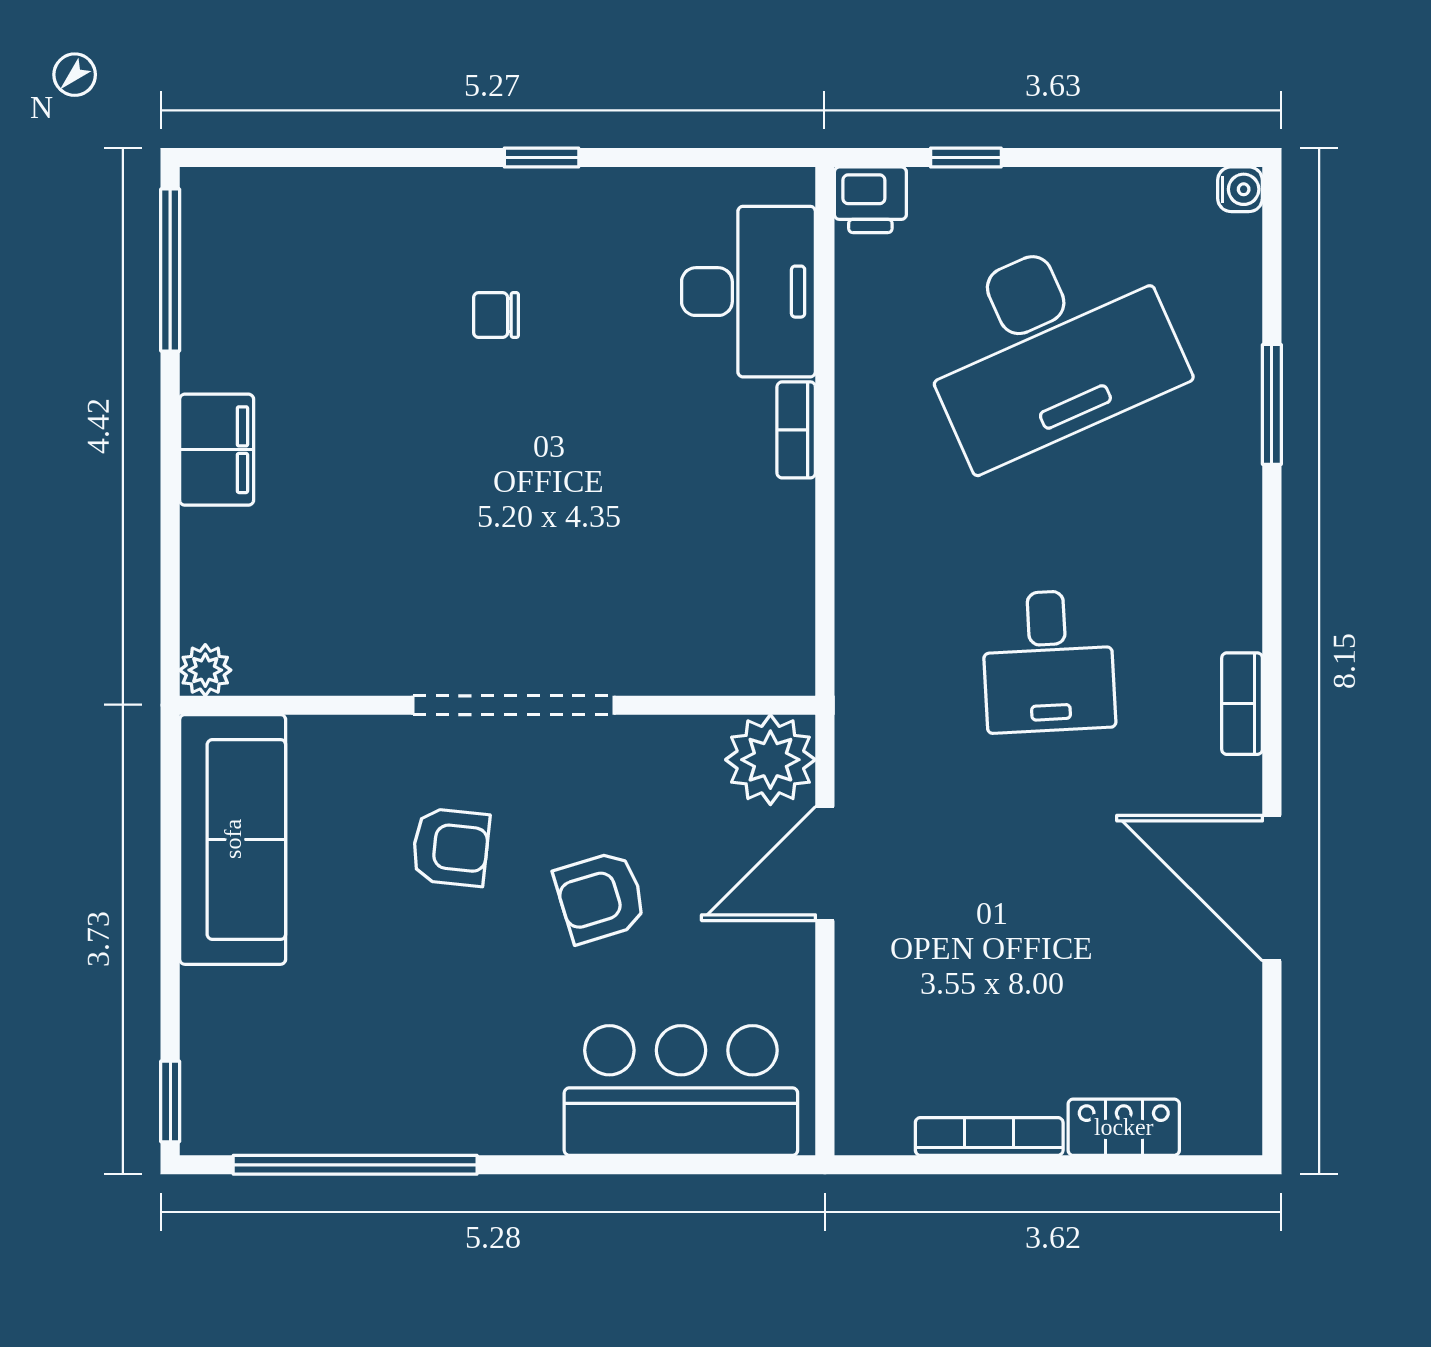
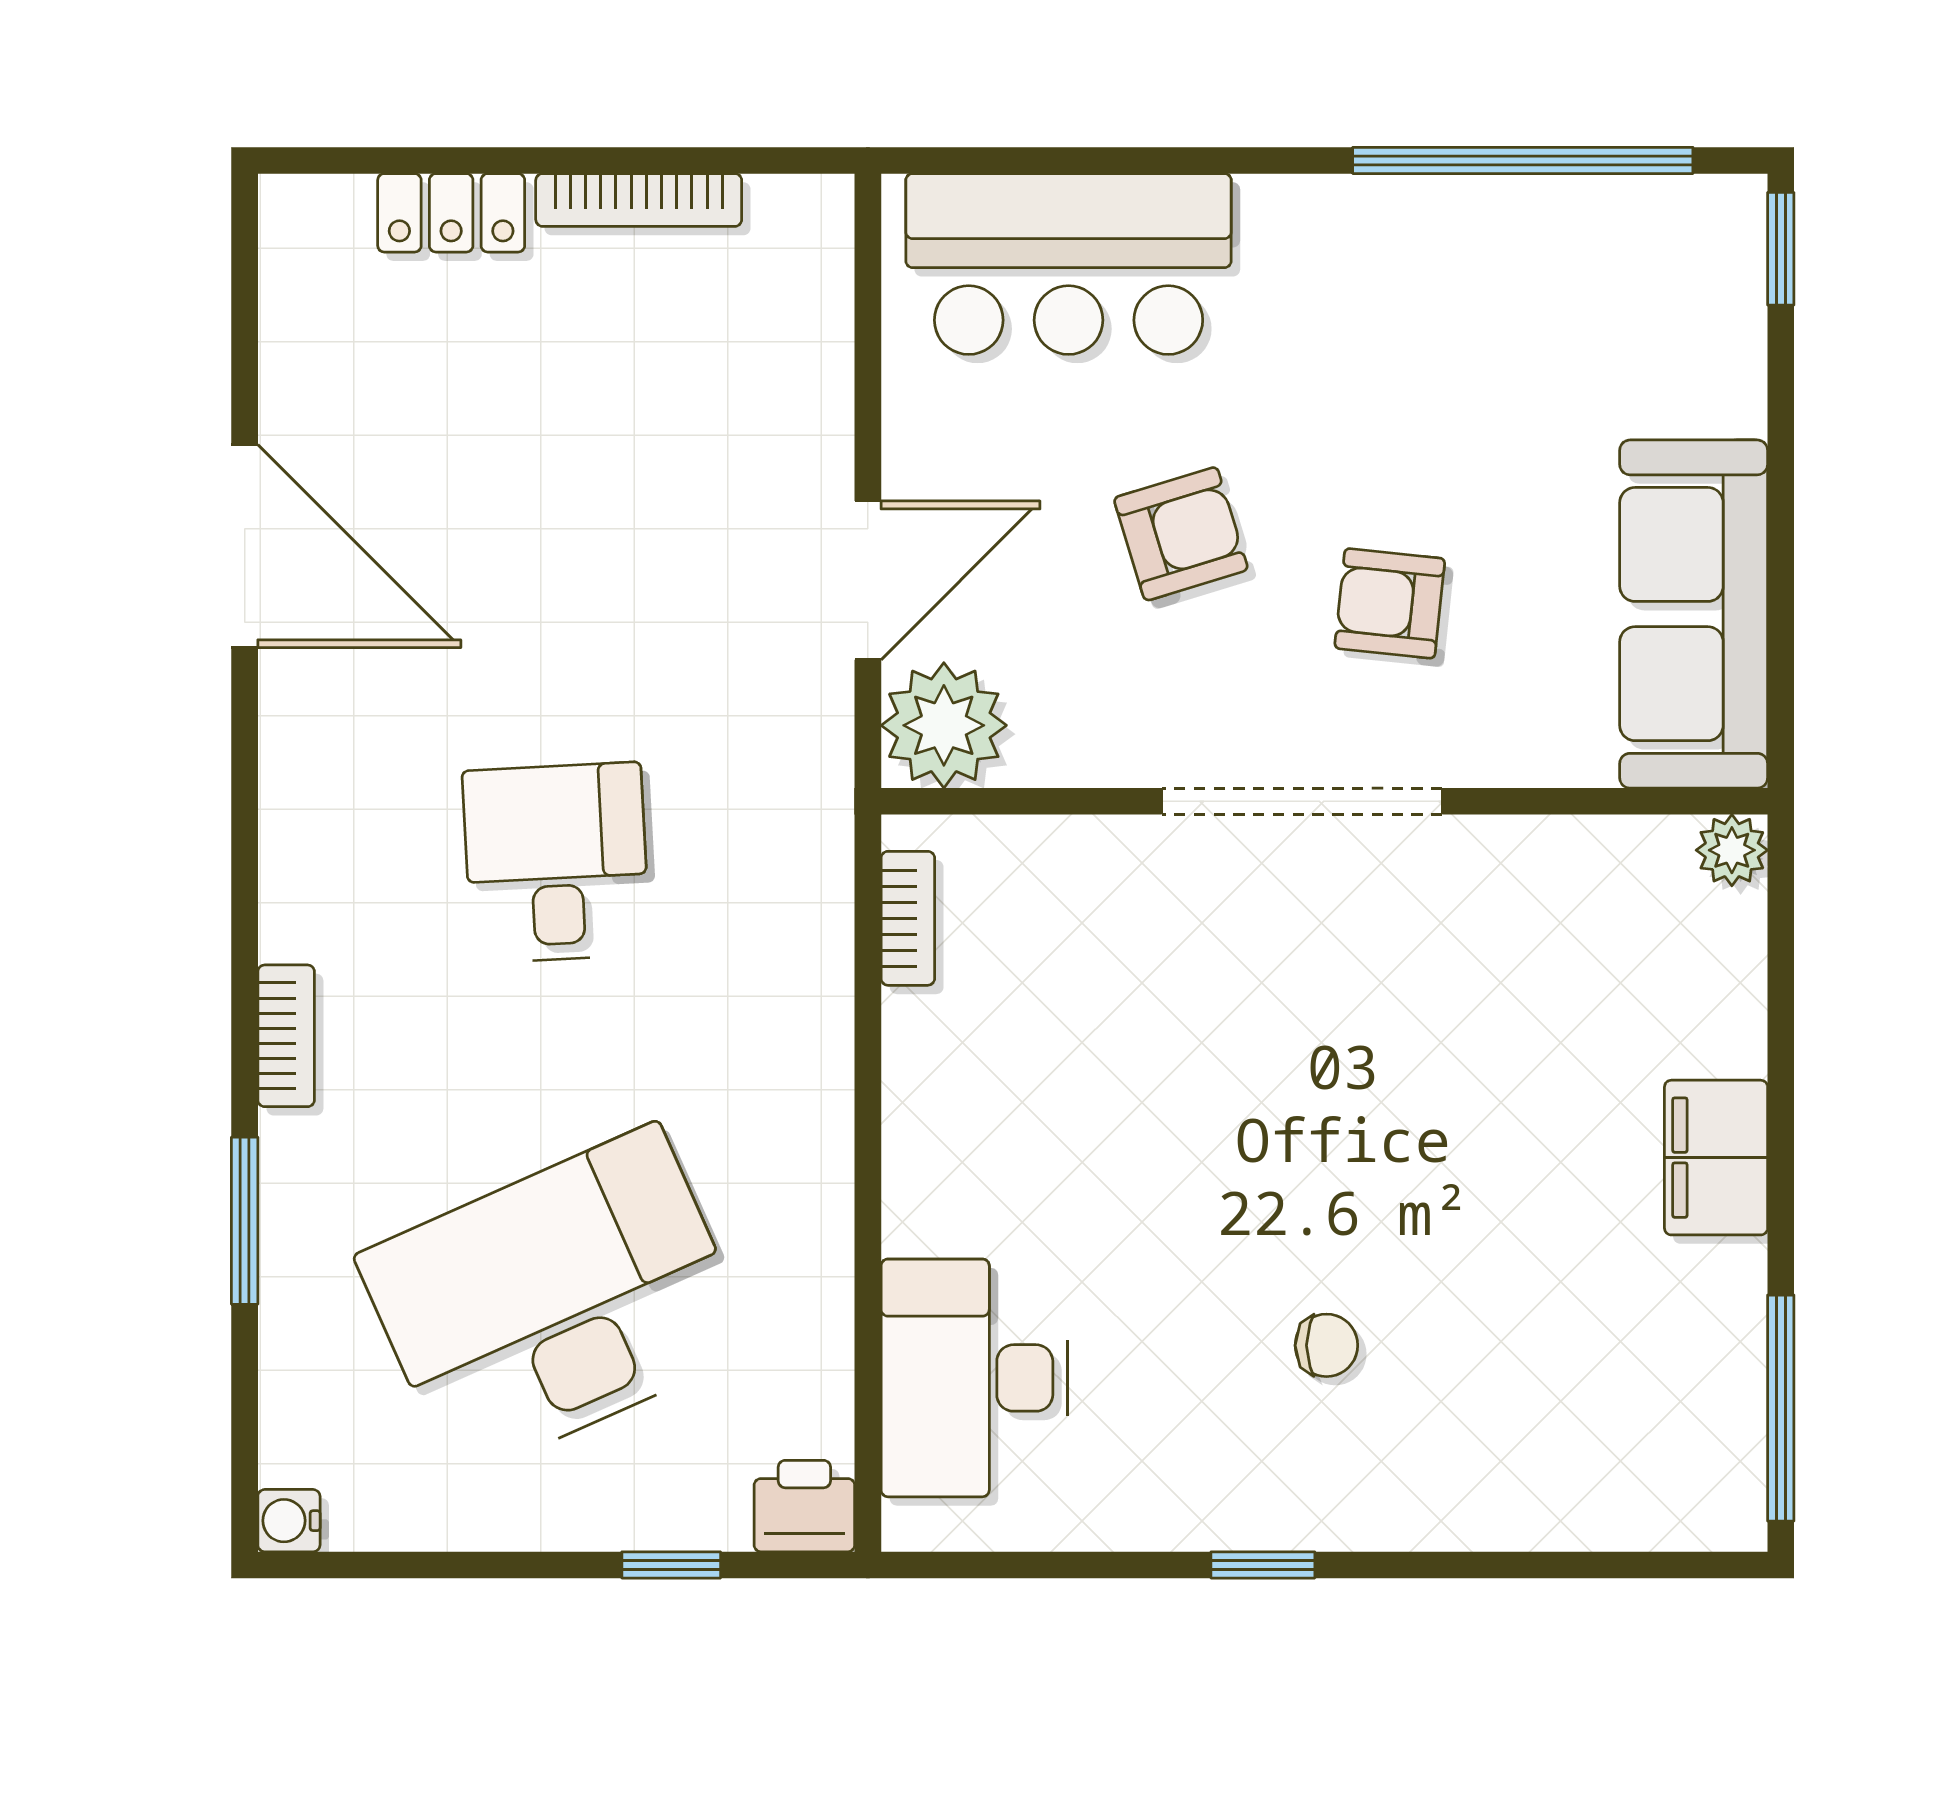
bookcase: (796, 430) -> (908, 918), moved
bookcase: (1242, 704) -> (286, 1036), moved

